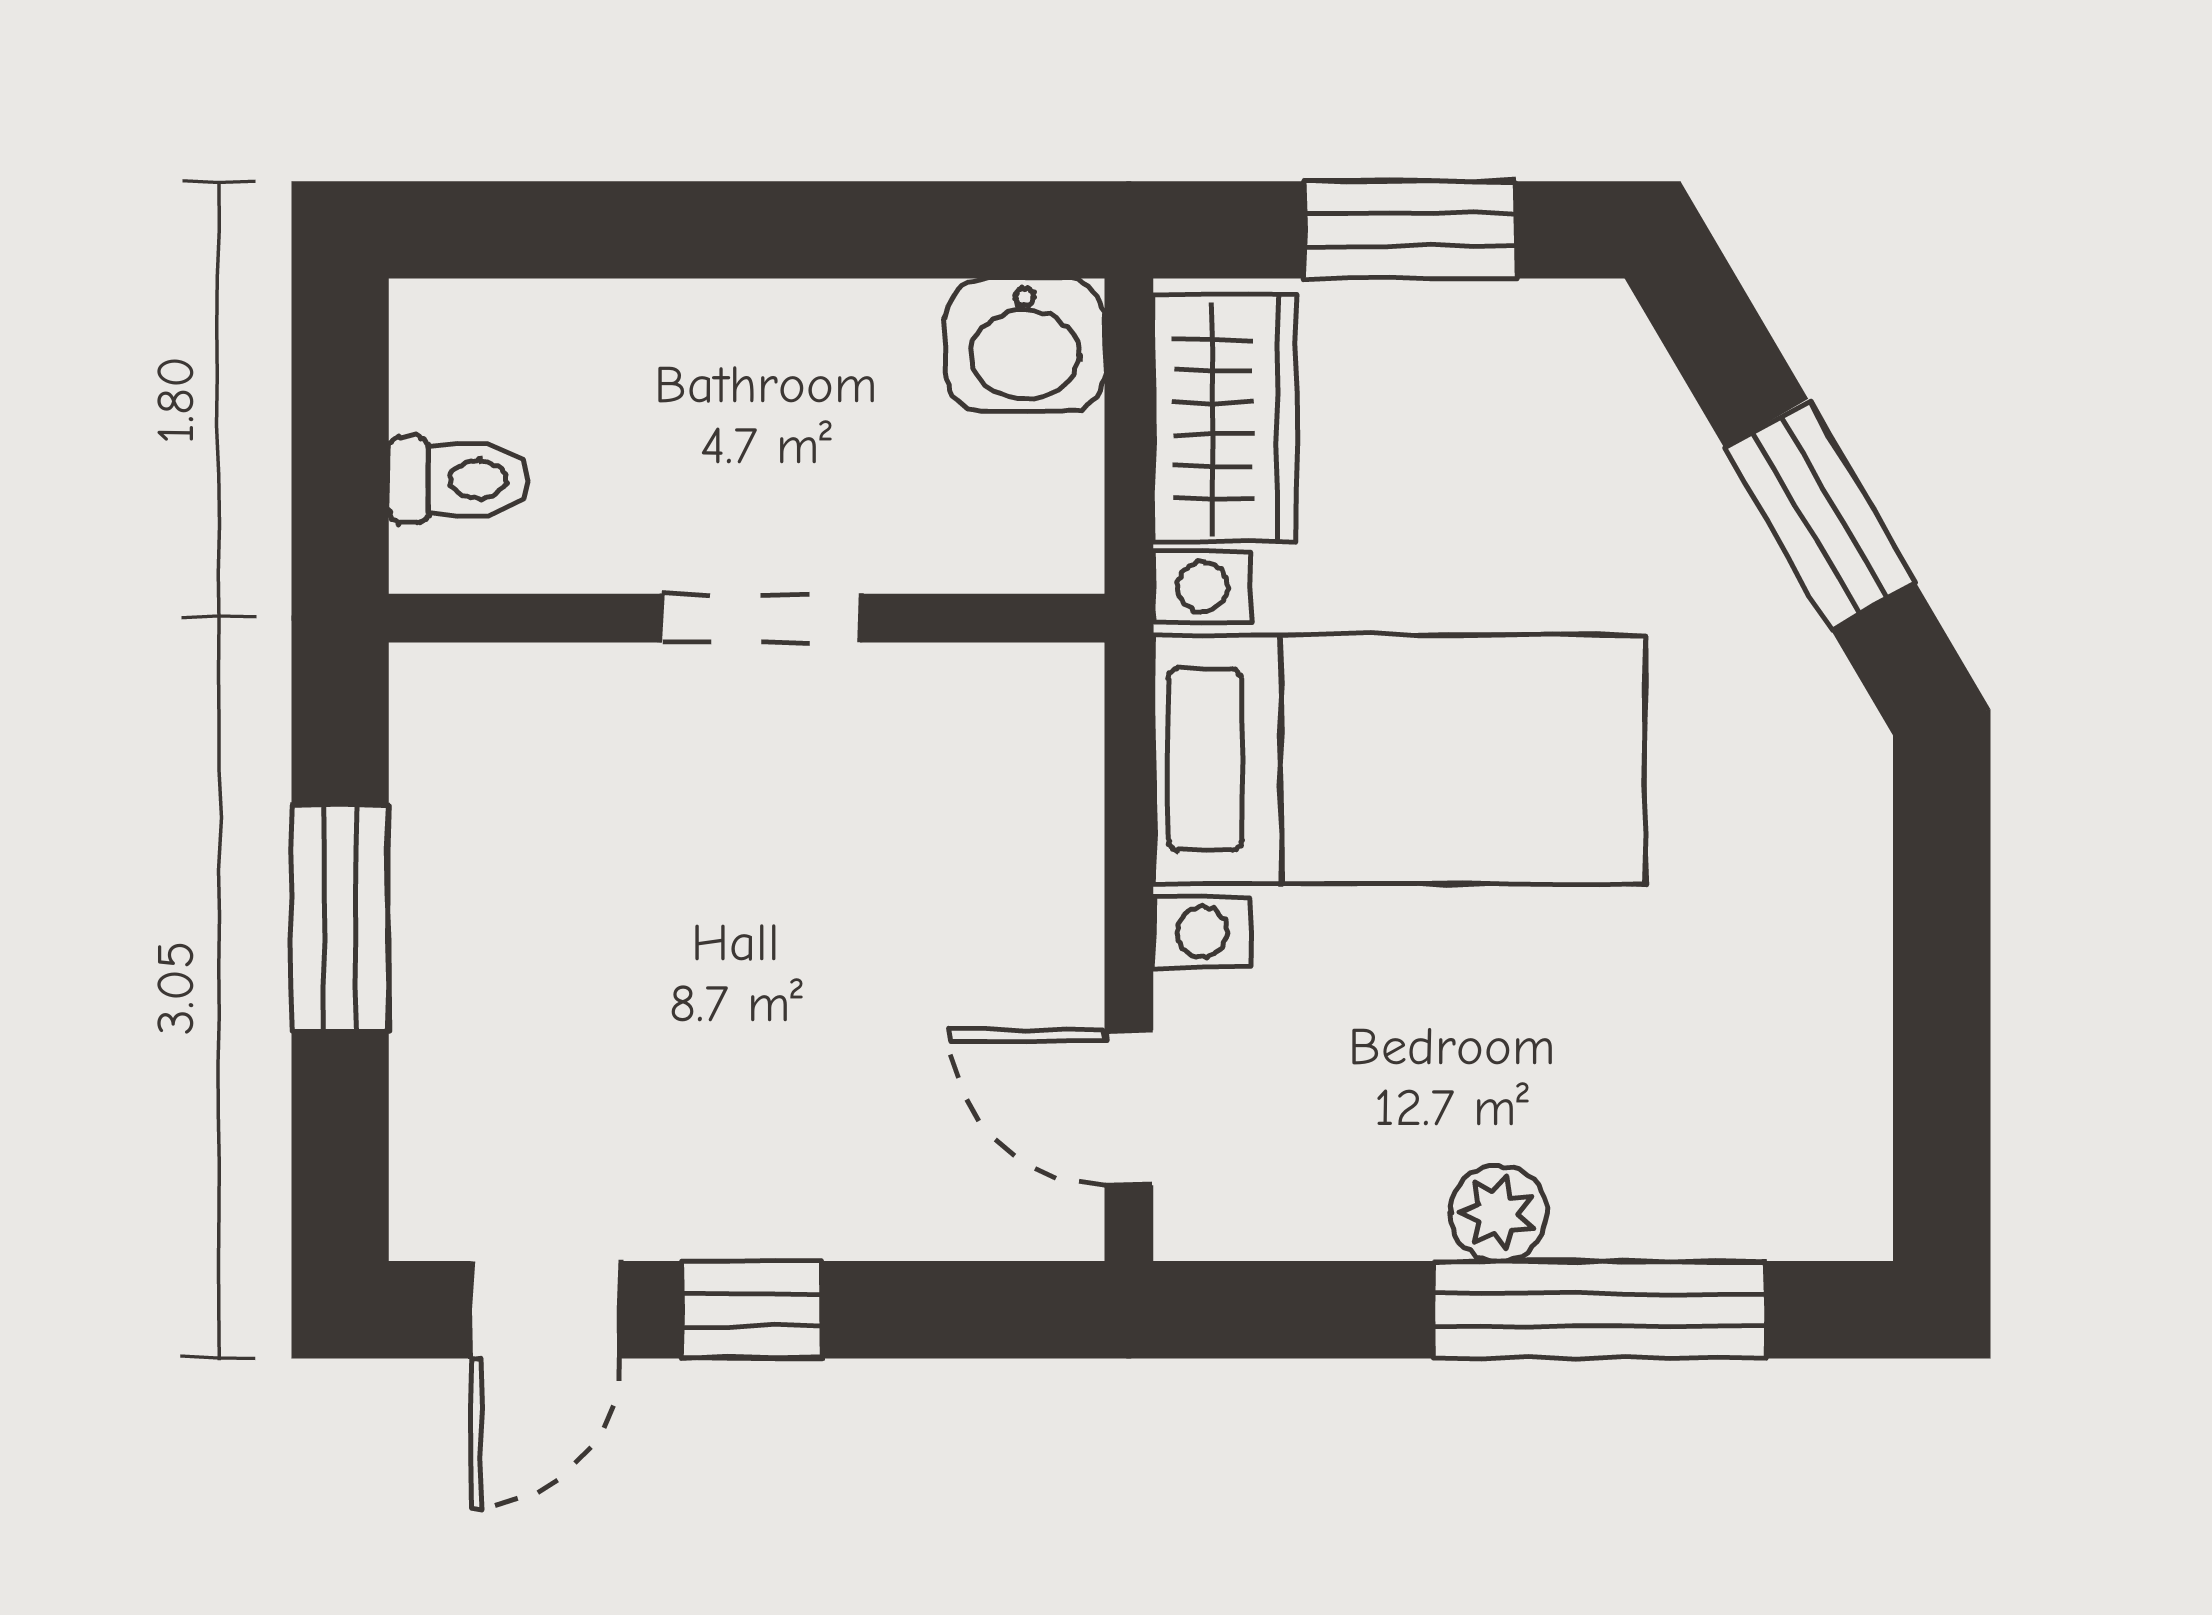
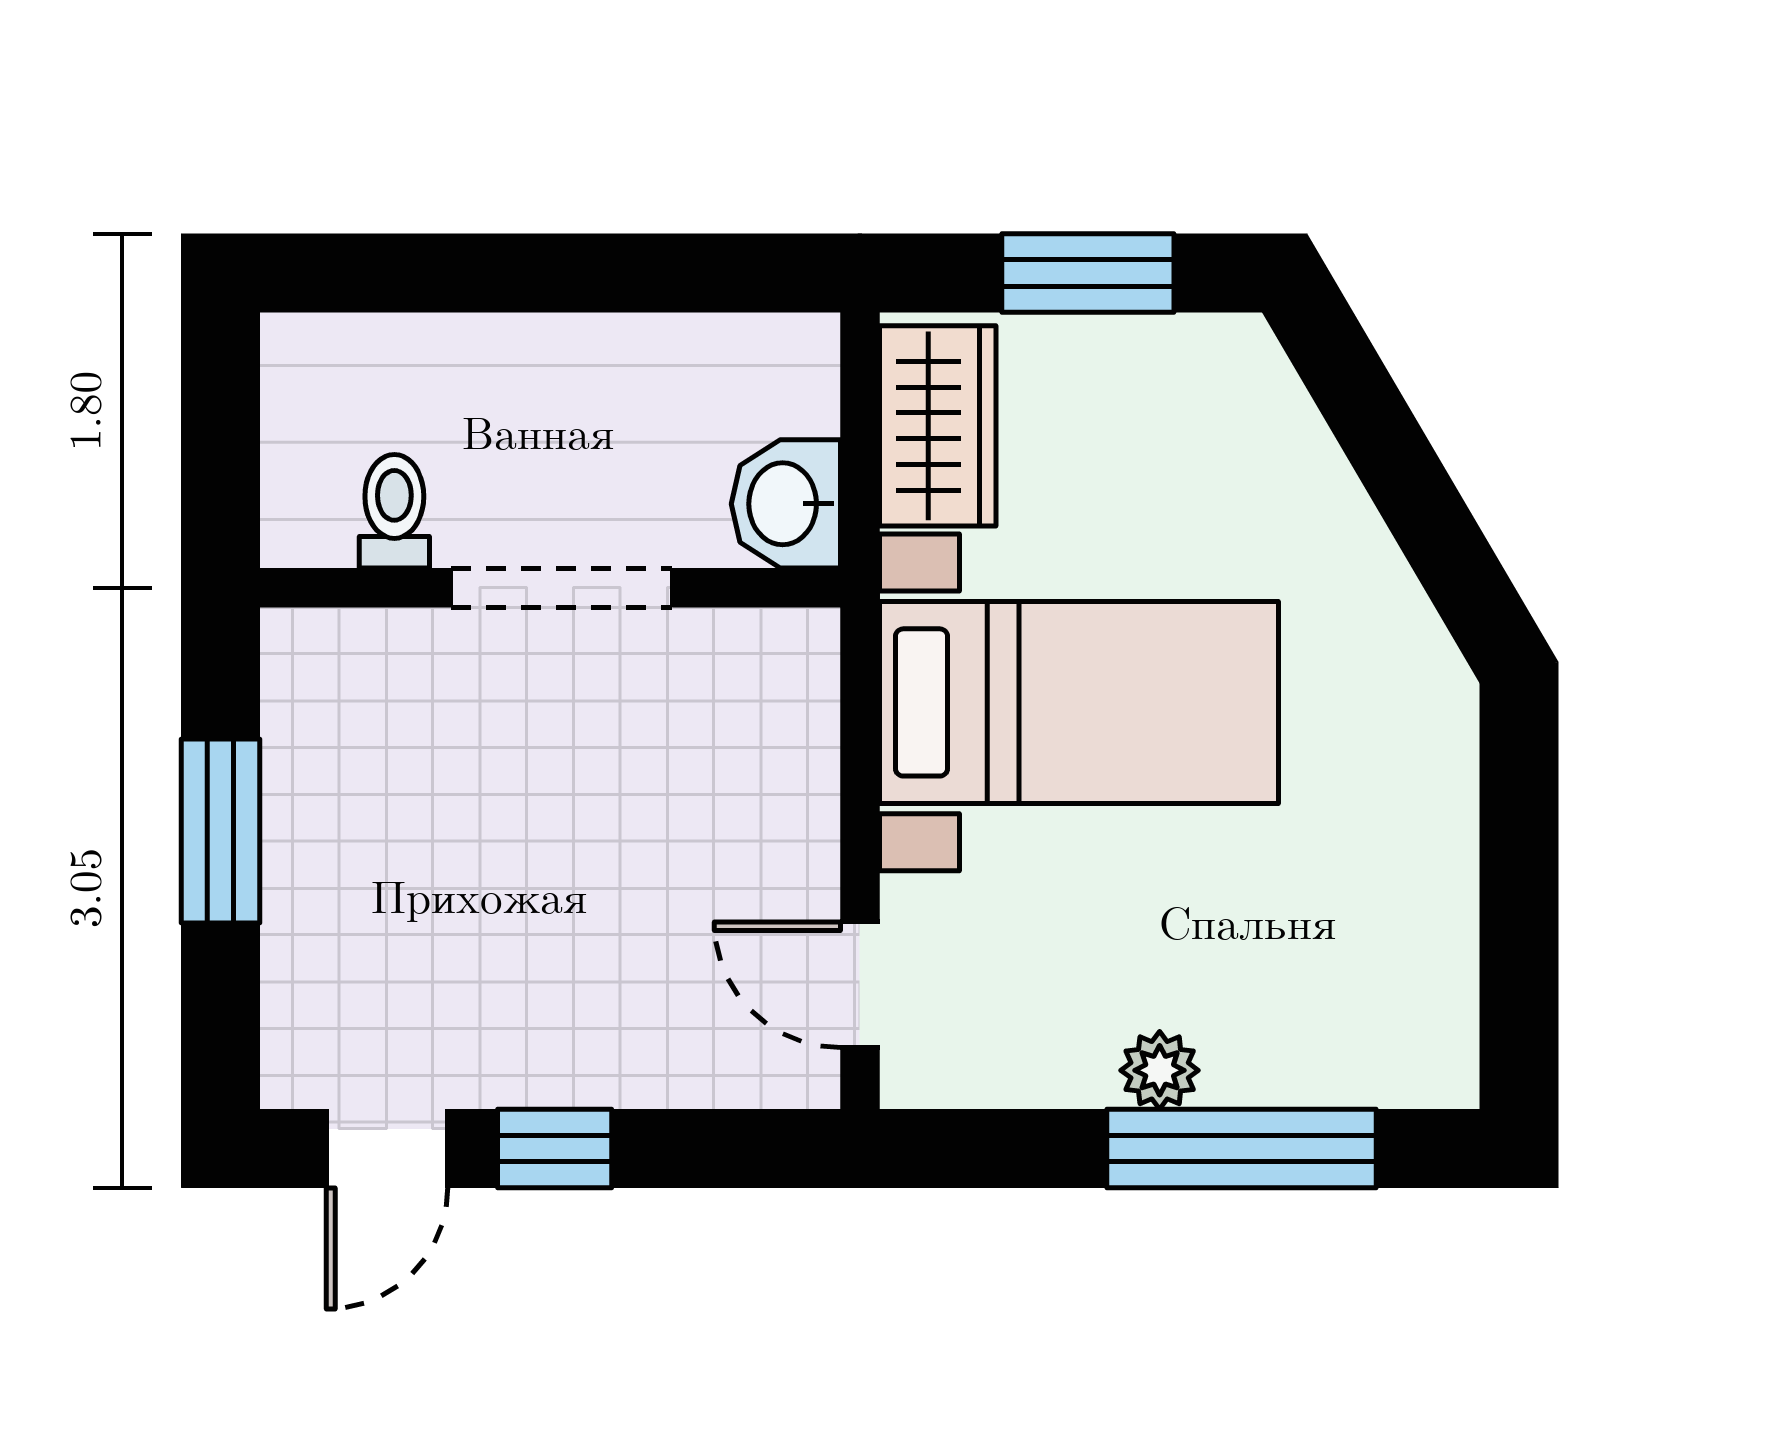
washbasin: (1025, 345) -> (786, 504), moved, turned 90
toilet: (459, 480) -> (394, 511), moved, turned -90
window: (1820, 515) -> (1420, 504), removed
doorway: (761, 618) -> (562, 588), width x1.38

